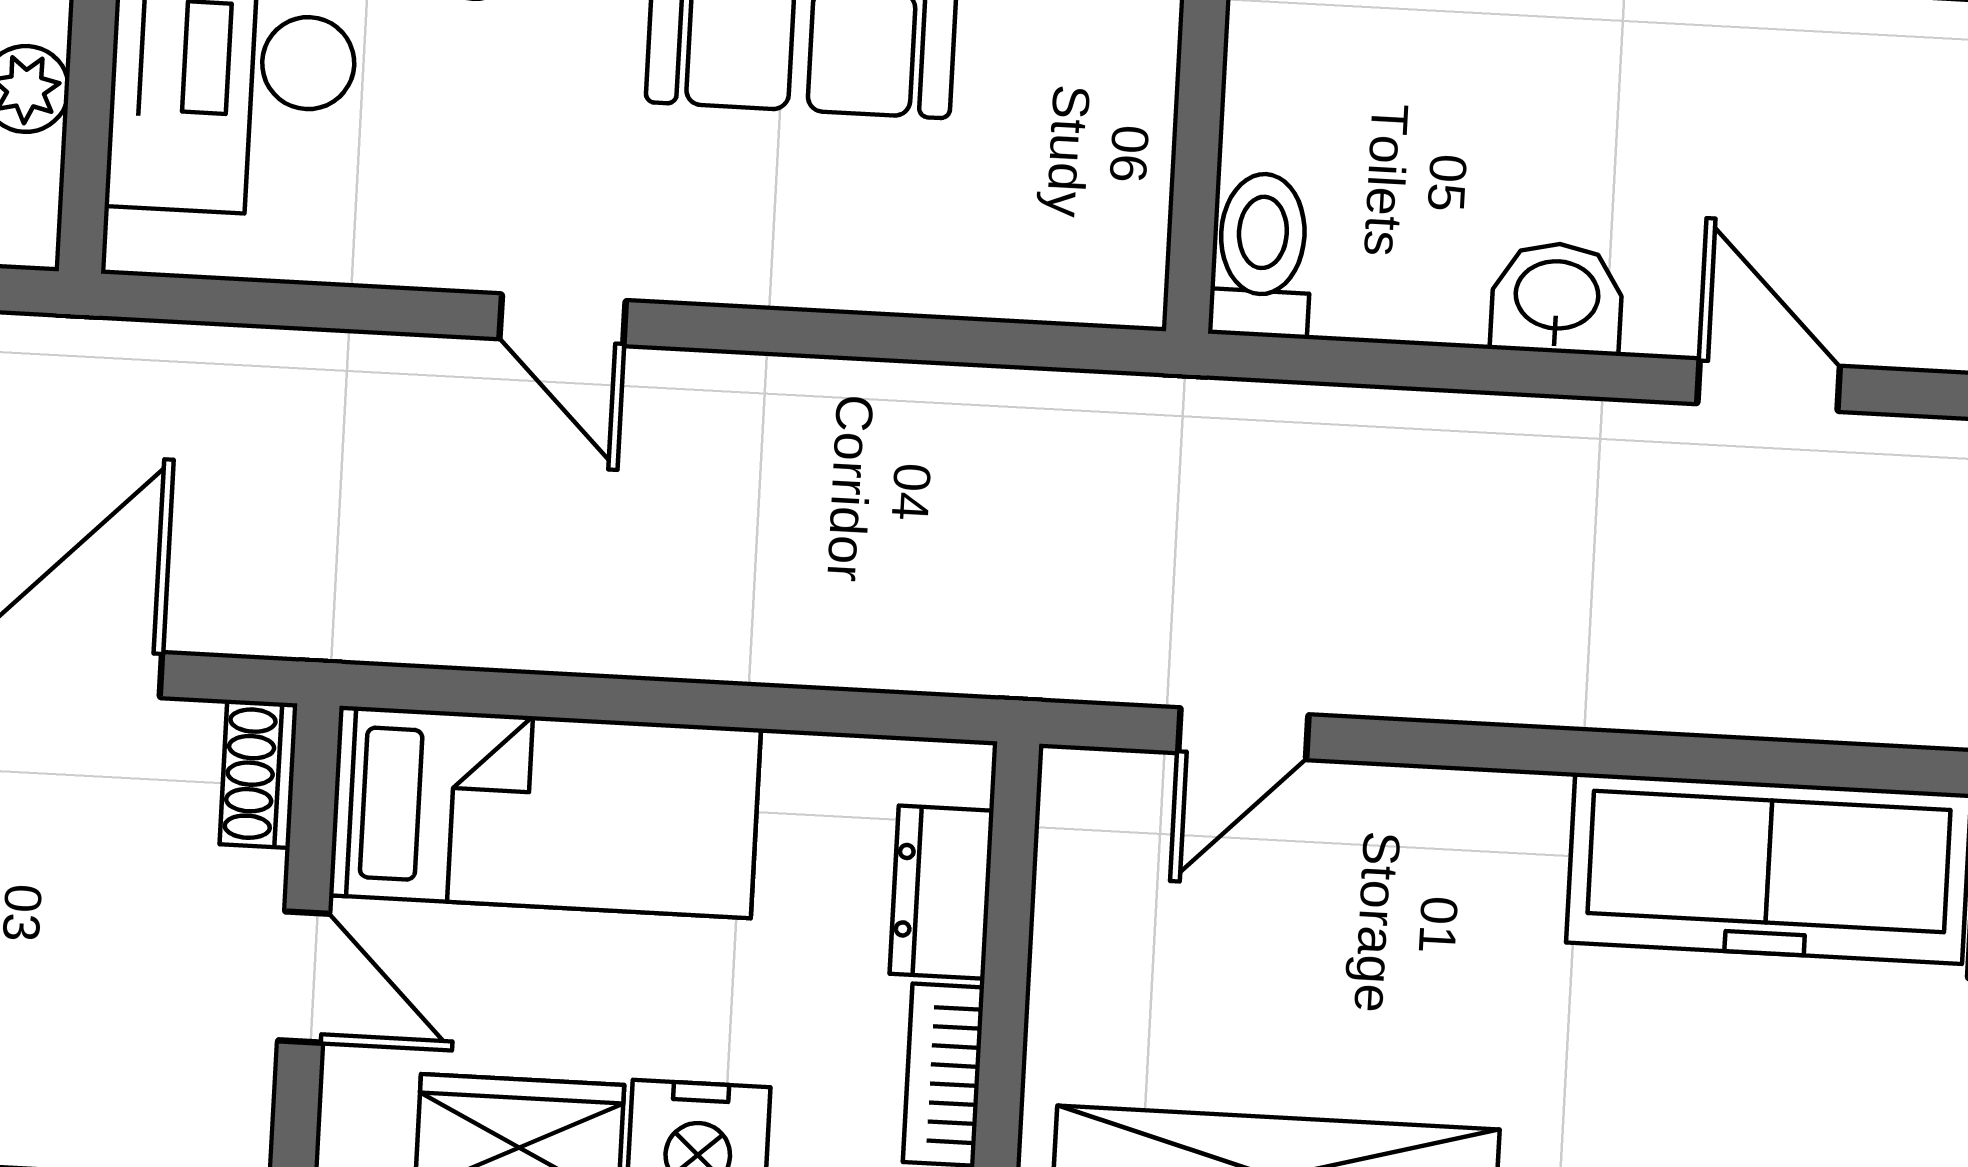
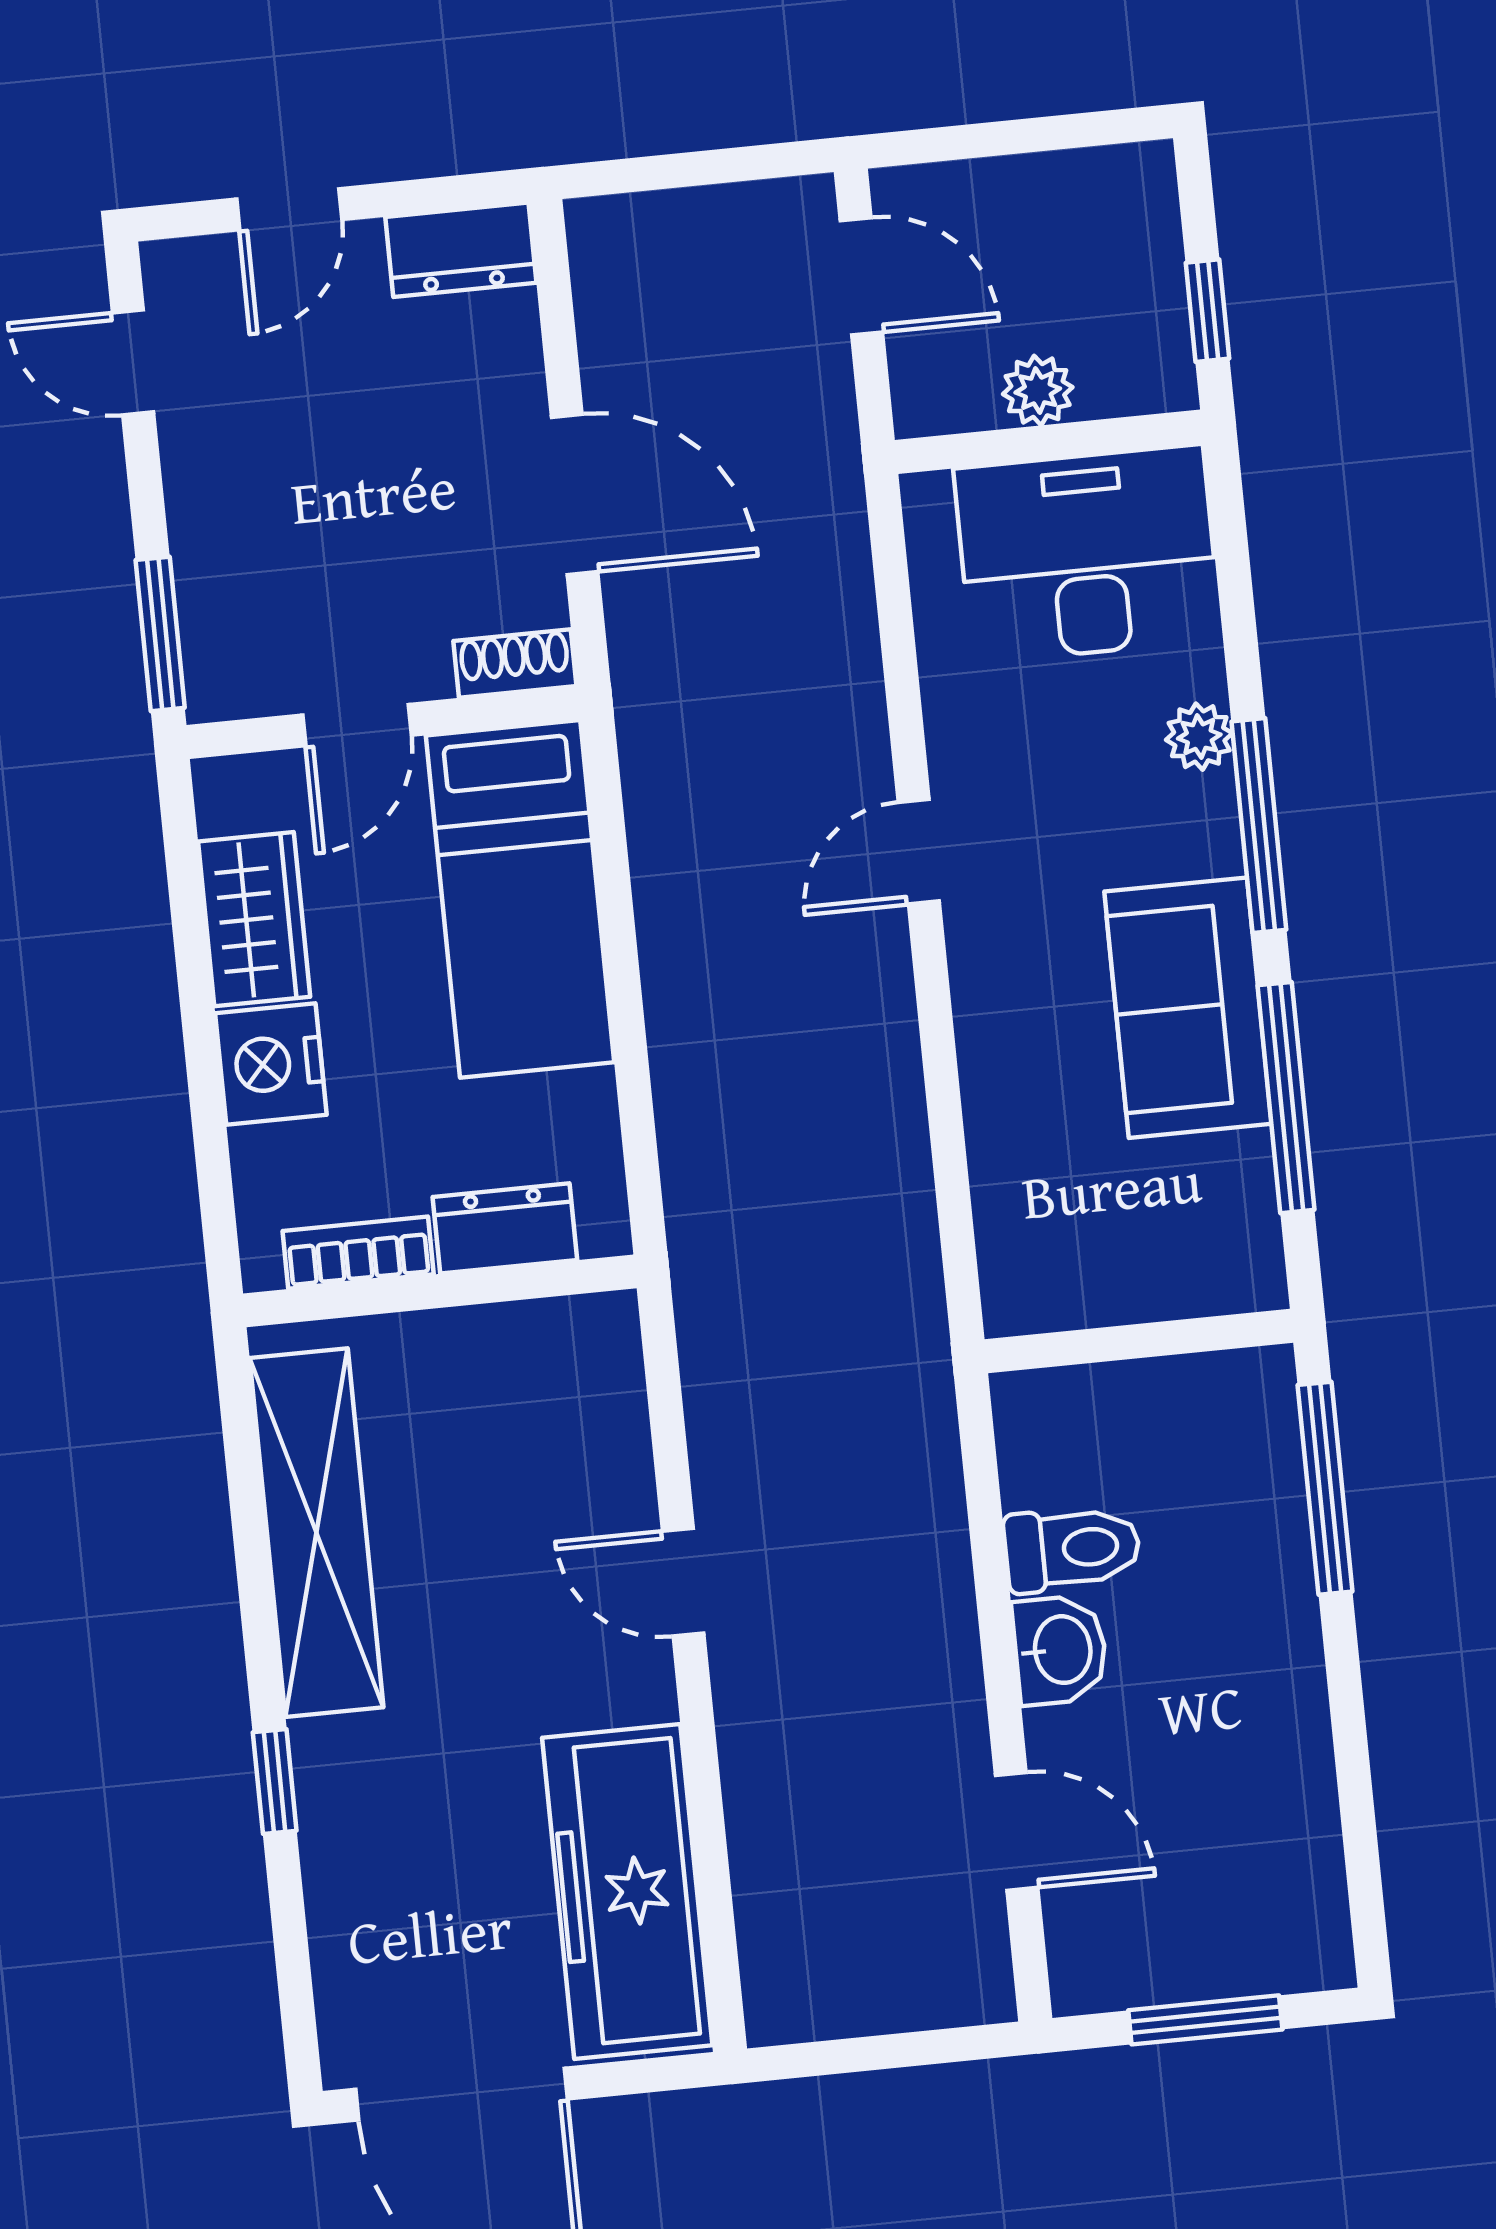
toilet: (1262, 255) -> (1072, 1549), moved
door: (1769, 385) -> (1017, 1831), hinge flipped
door: (1243, 734) -> (683, 1582), moved

